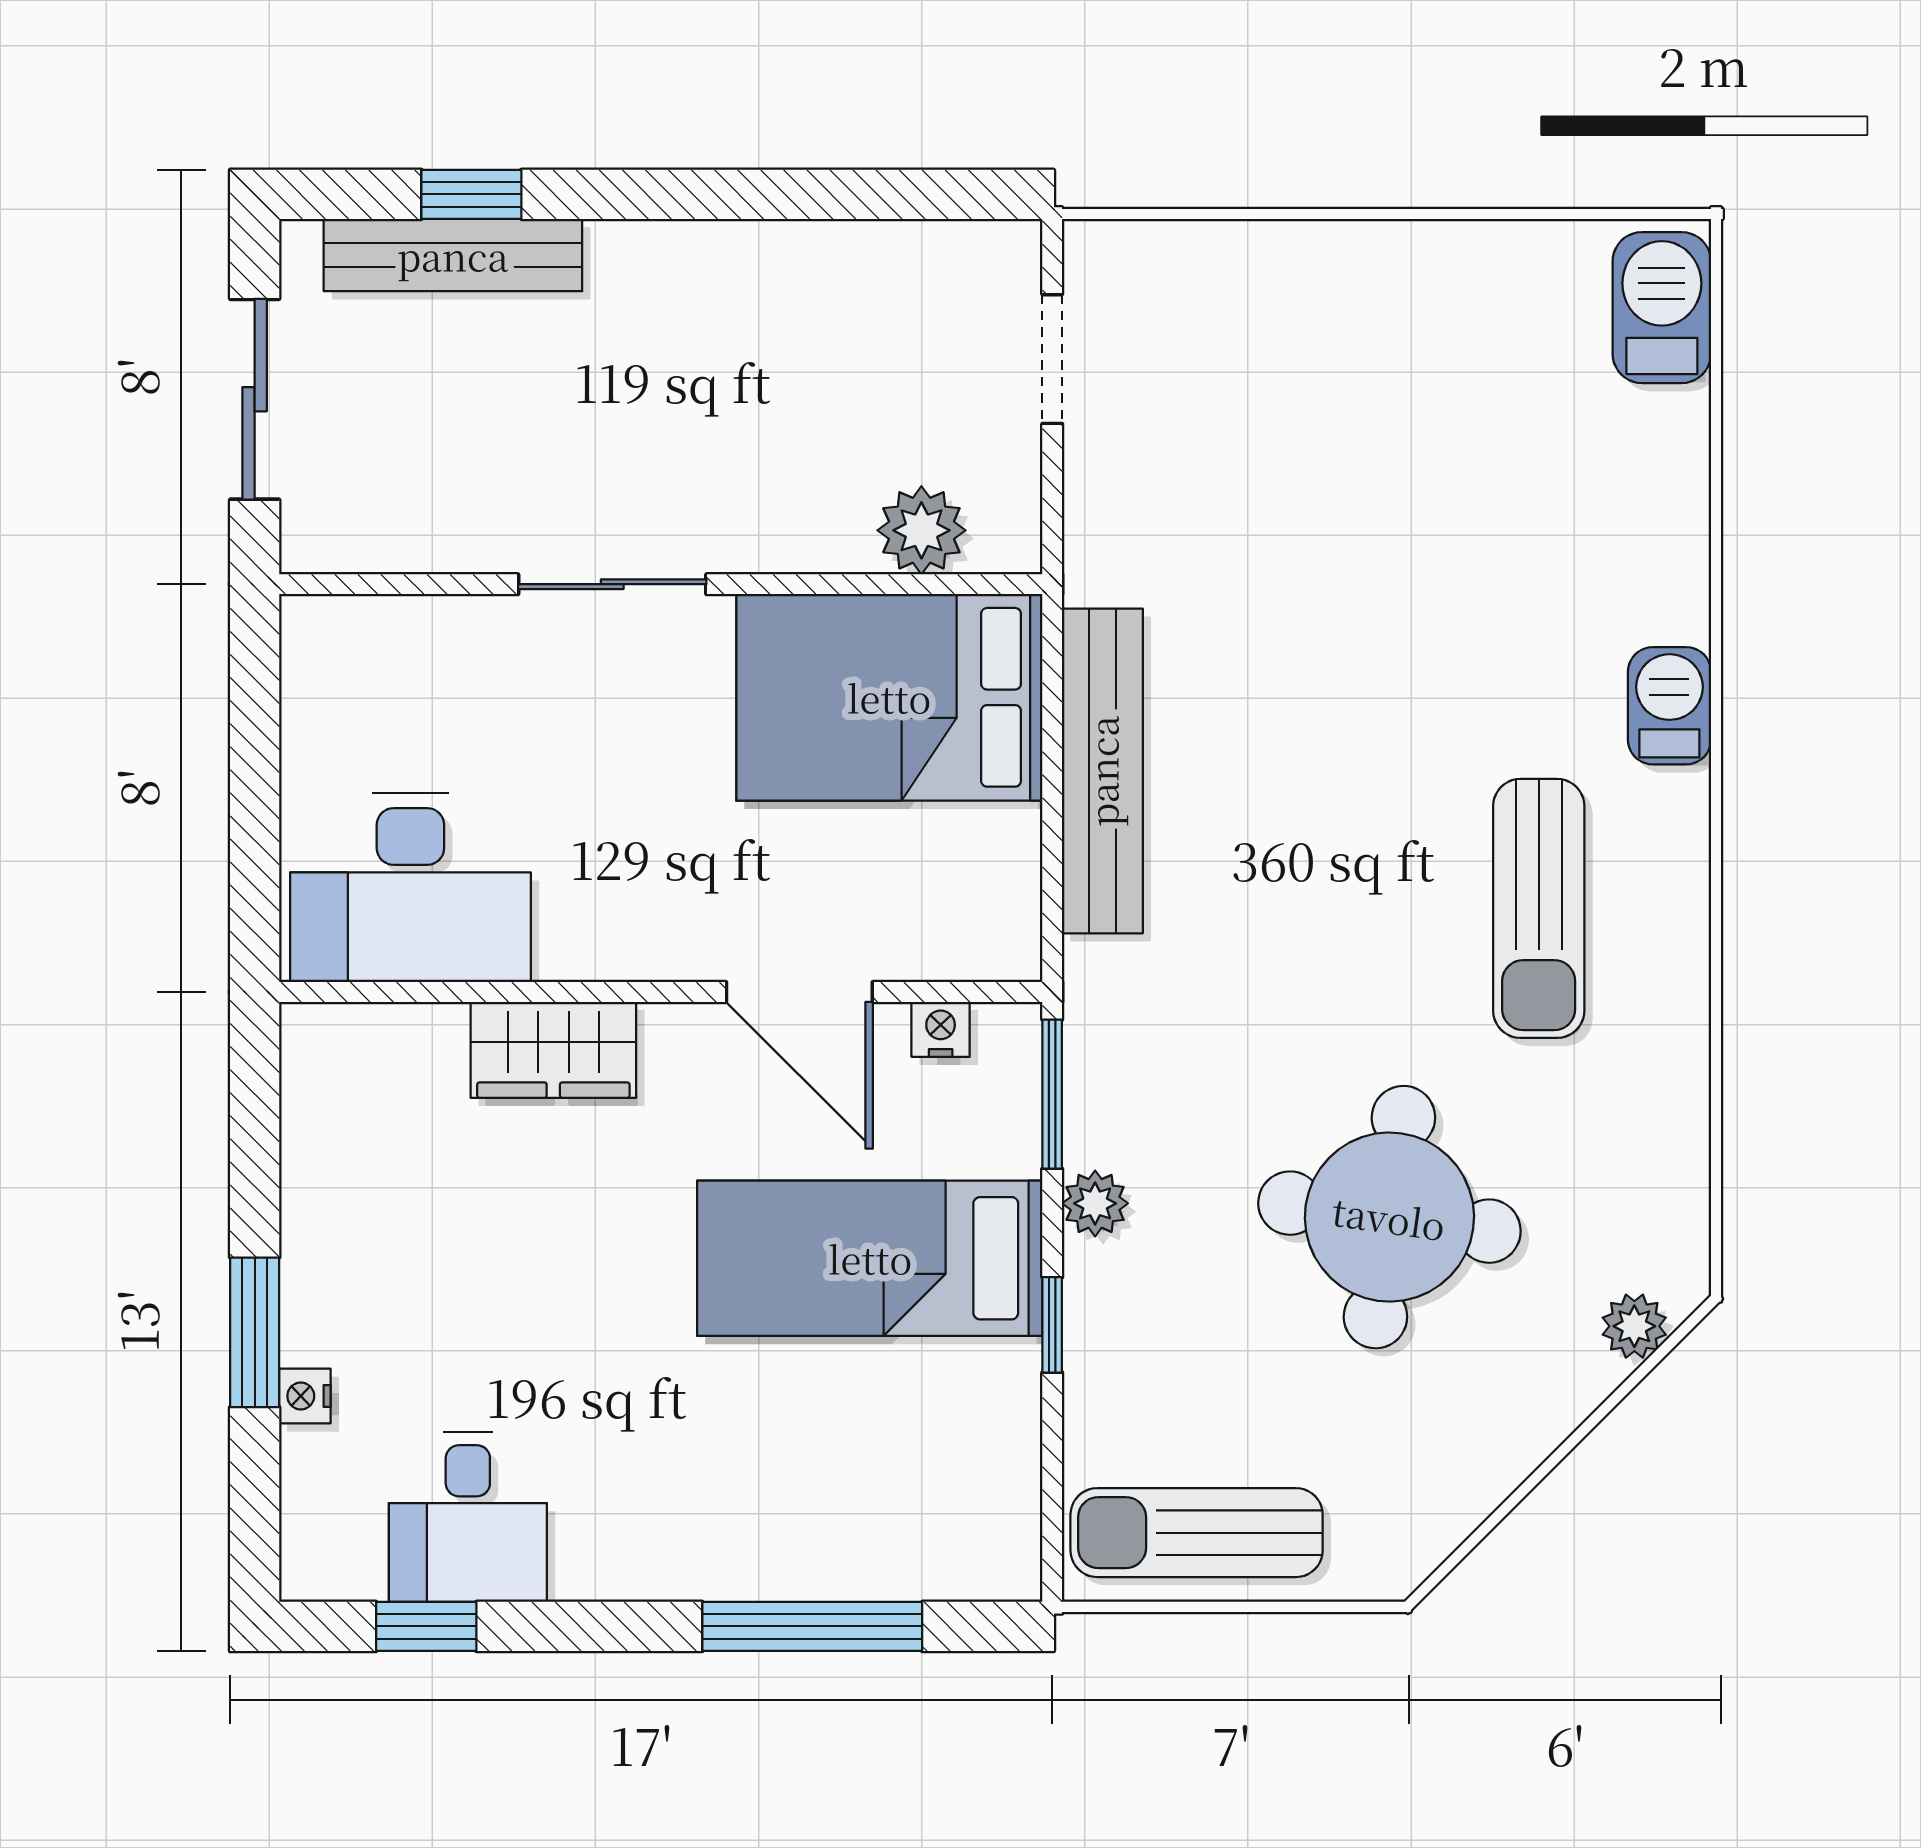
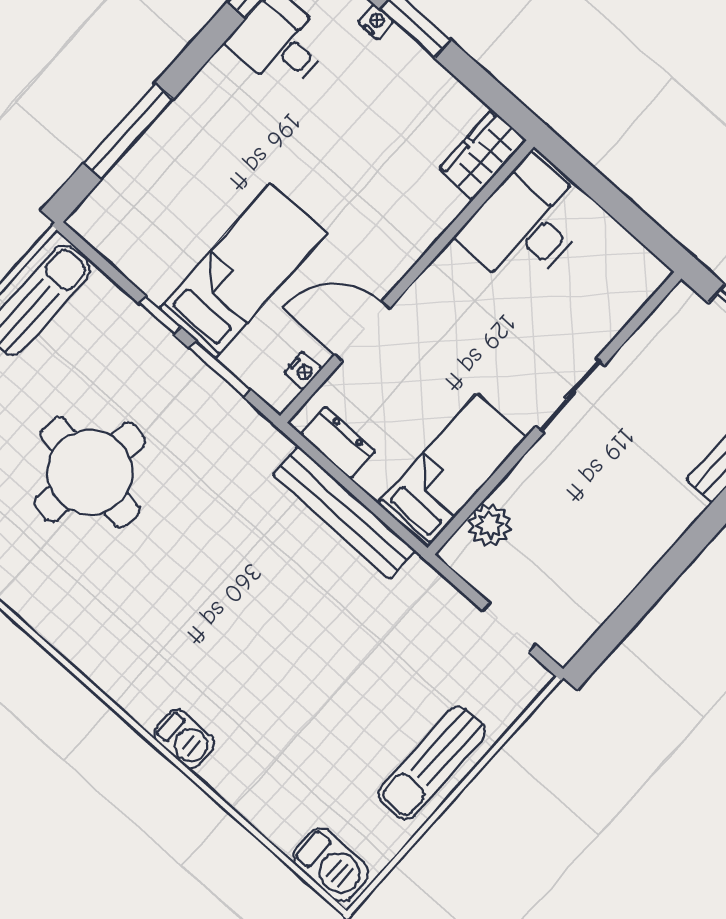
bed: (889, 697) -> (452, 471), width x0.67
dresser: (1003, 876) -> (338, 443), added
sun lounger: (1539, 908) -> (432, 763), moved, turned -90
wardrobe: (553, 1050) -> (483, 155), moved
window: (1052, 1094) -> (220, 369), moved
plant: (1095, 1203) -> (190, 370), removed

